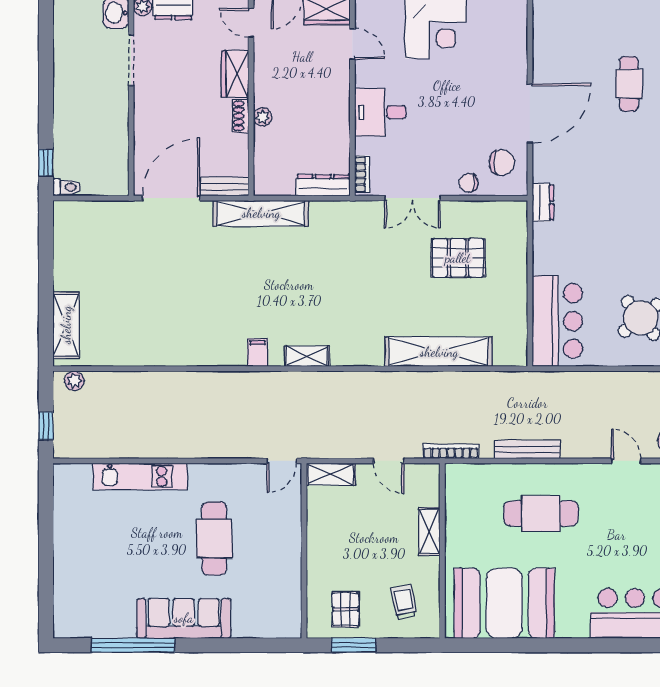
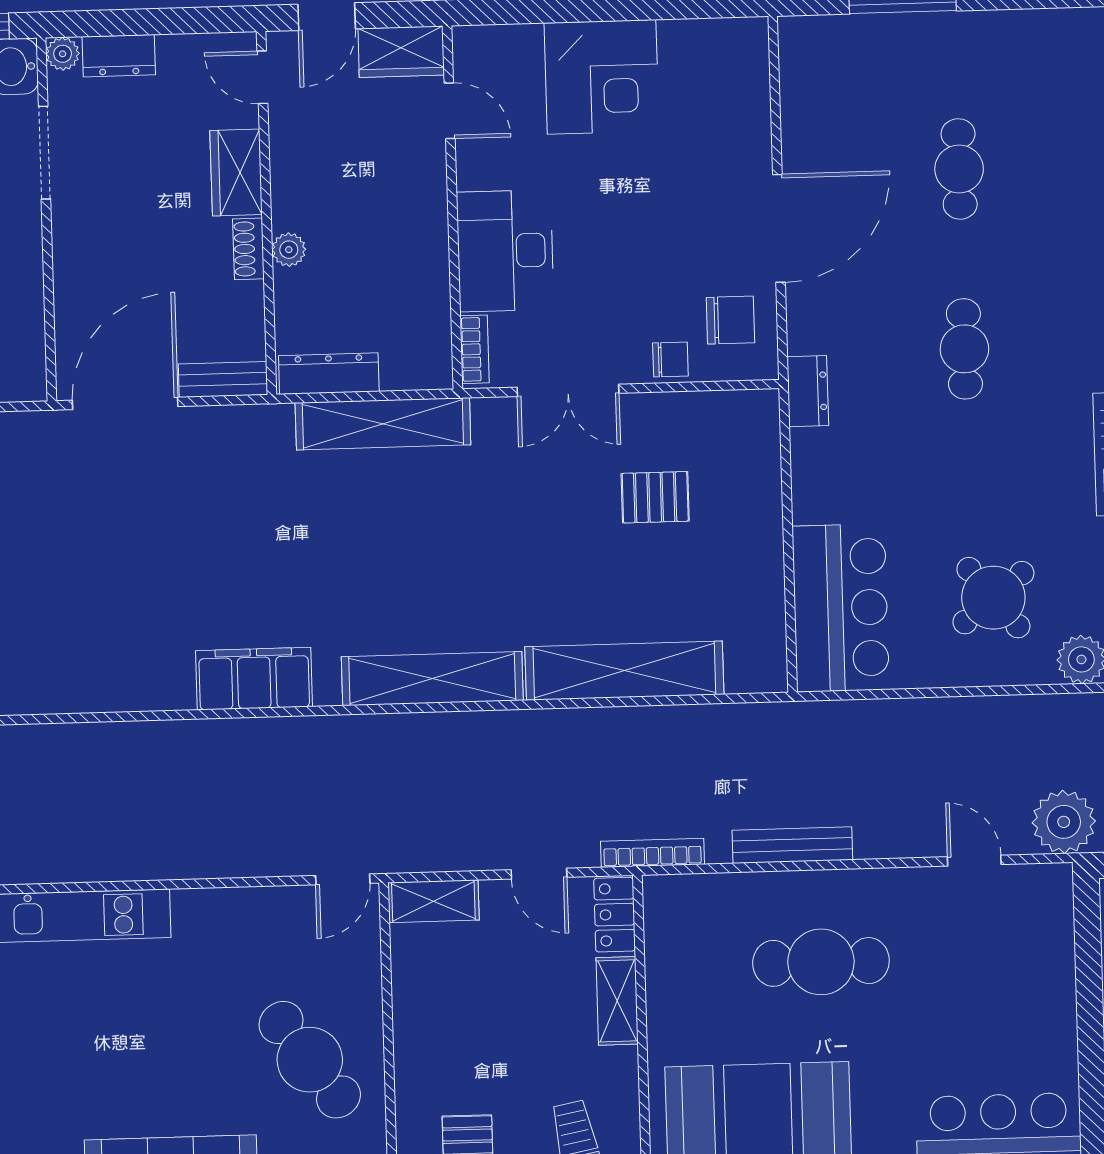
desk: (380, 112) -> (505, 251), width x1.37
cafe table: (629, 182) -> (964, 349), added
chair: (469, 183) -> (670, 359), turned 180
dresser: (323, 185) -> (329, 374), moved
shelving: (261, 213) -> (383, 424), moved
pallet: (458, 258) -> (655, 497), width x0.67, depth x0.71
filing cabinet: (258, 352) -> (254, 679), width x3.00, depth x1.17
shelving: (307, 356) -> (432, 679), width x2.20, depth x1.33
locker: (429, 484) -> (615, 915), added
cafe table: (214, 538) -> (310, 1060), moved, turned -36

